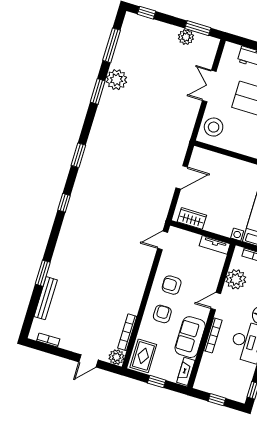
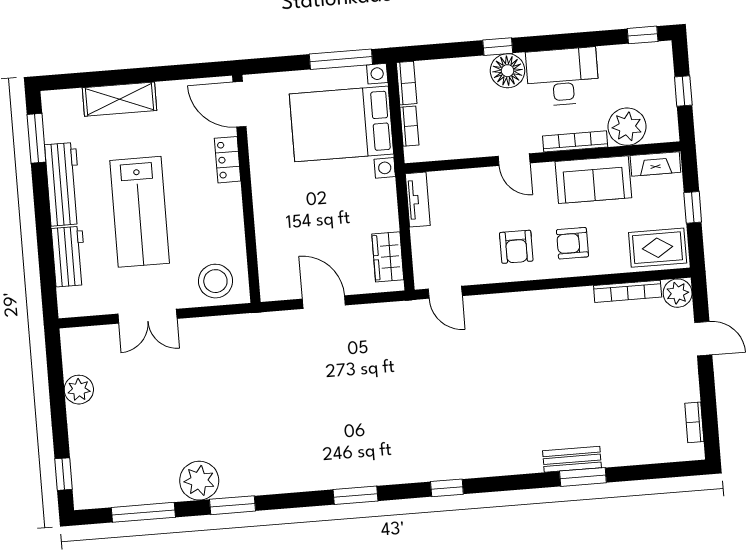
window: (198, 28) -> (55, 375), removed
plant: (236, 279) -> (627, 127), moved
bench: (46, 298) -> (572, 459), moved, width x0.73

